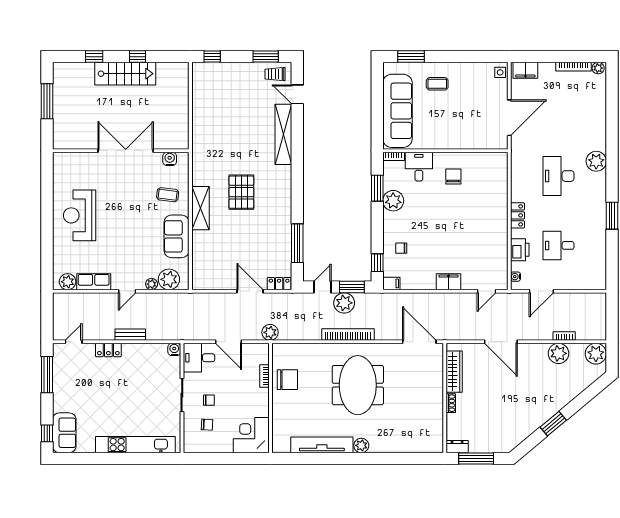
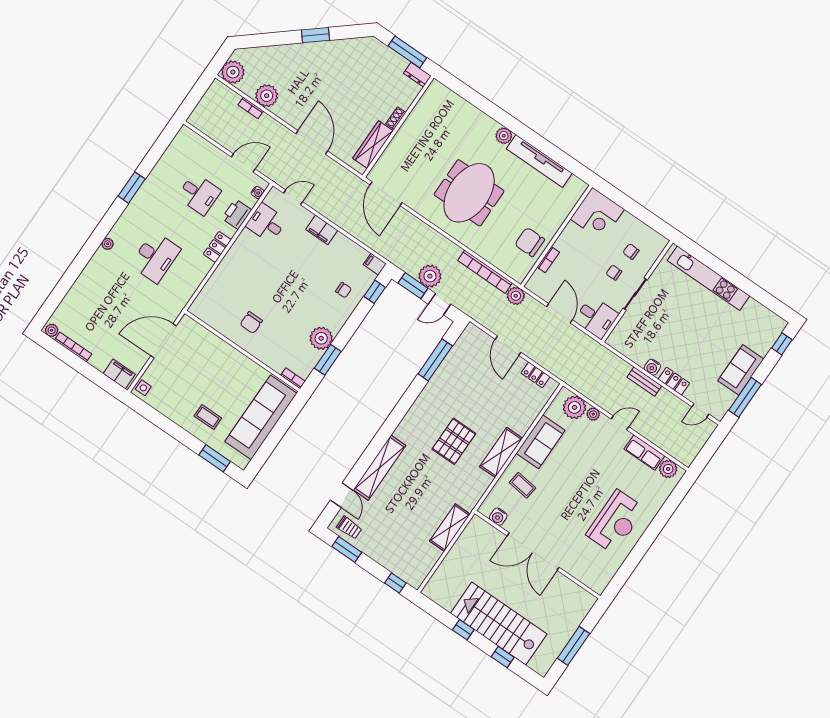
stairs: (125, 74) -> (499, 624), width x1.36, depth x1.51
shelving: (200, 126) -> (450, 528), added
plant: (596, 161) -> (108, 244), width x0.53, depth x0.53
desk: (419, 167) -> (266, 223), moved, turned 90
locker: (279, 284) -> (535, 375), moved
bookcase: (348, 334) -> (485, 272), moved
water cooler: (174, 349) -> (652, 367), moved
sofa: (64, 433) -> (741, 370), moved

